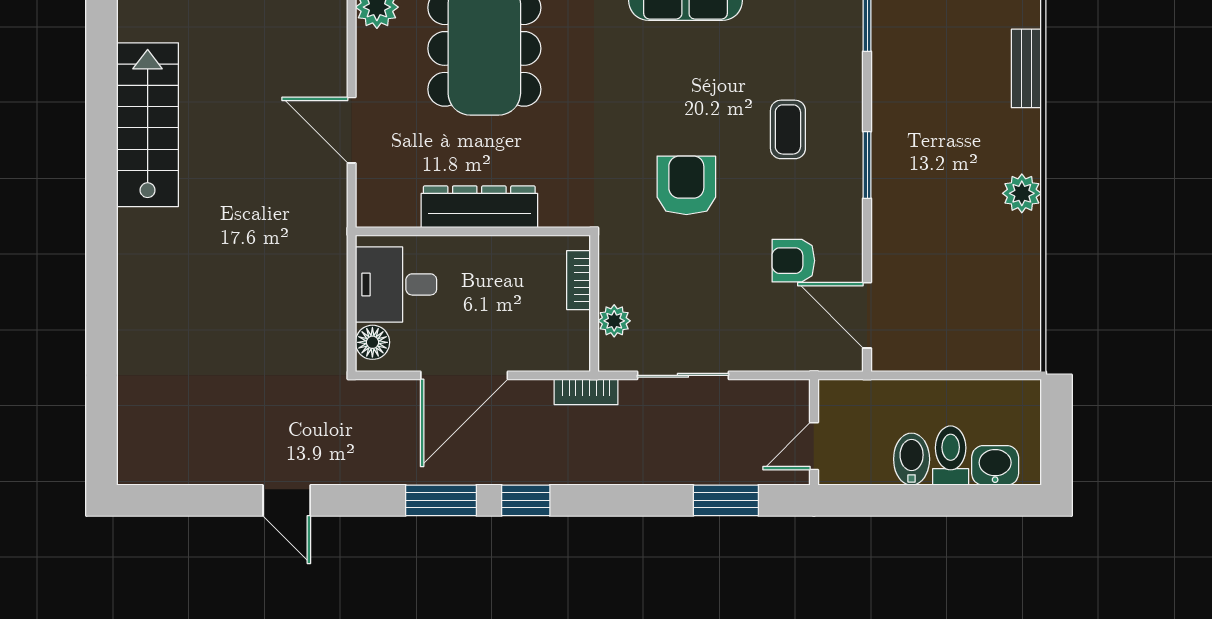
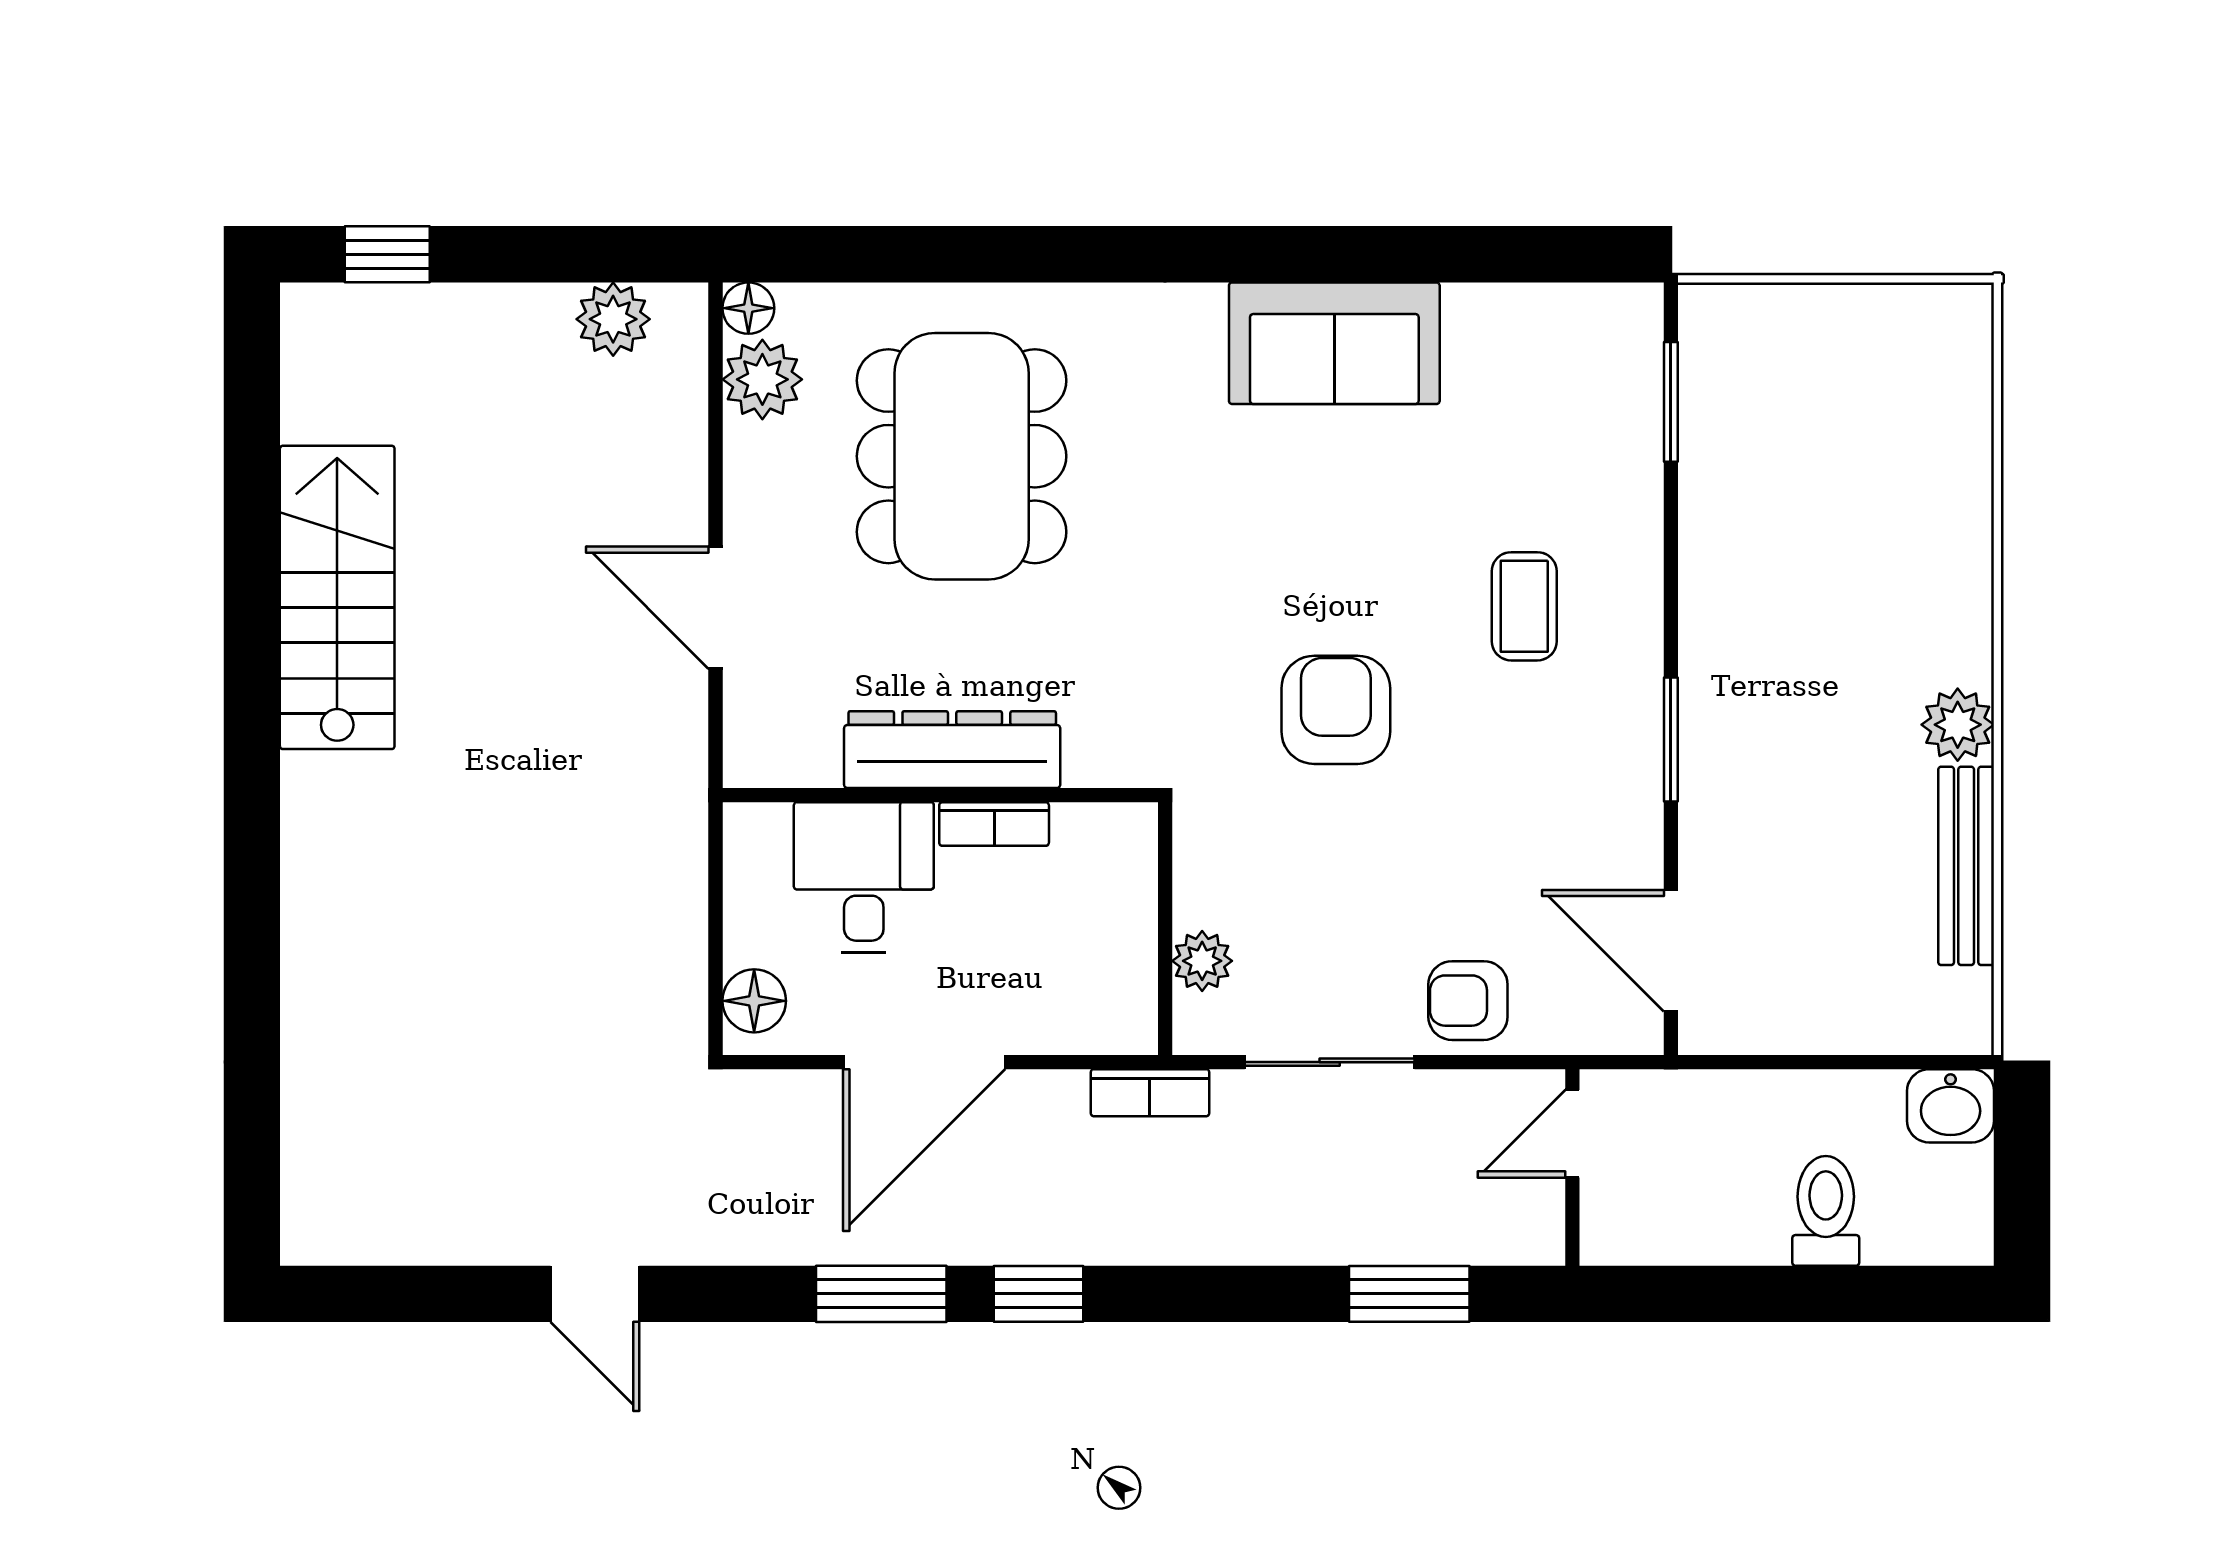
bench: (1026, 68) -> (1966, 866), moved, width x1.36
window: (867, 165) -> (1671, 740), moved
armchair: (793, 261) -> (1468, 1001), moved
bookcase: (579, 280) -> (994, 824), moved, turned -90
desk: (396, 284) -> (864, 877), moved, turned 90
door: (814, 446) -> (1572, 1134), moved
bidet: (912, 459) -> (1753, 1217), removed
washbasin: (995, 465) -> (1951, 1106), moved, turned 180

